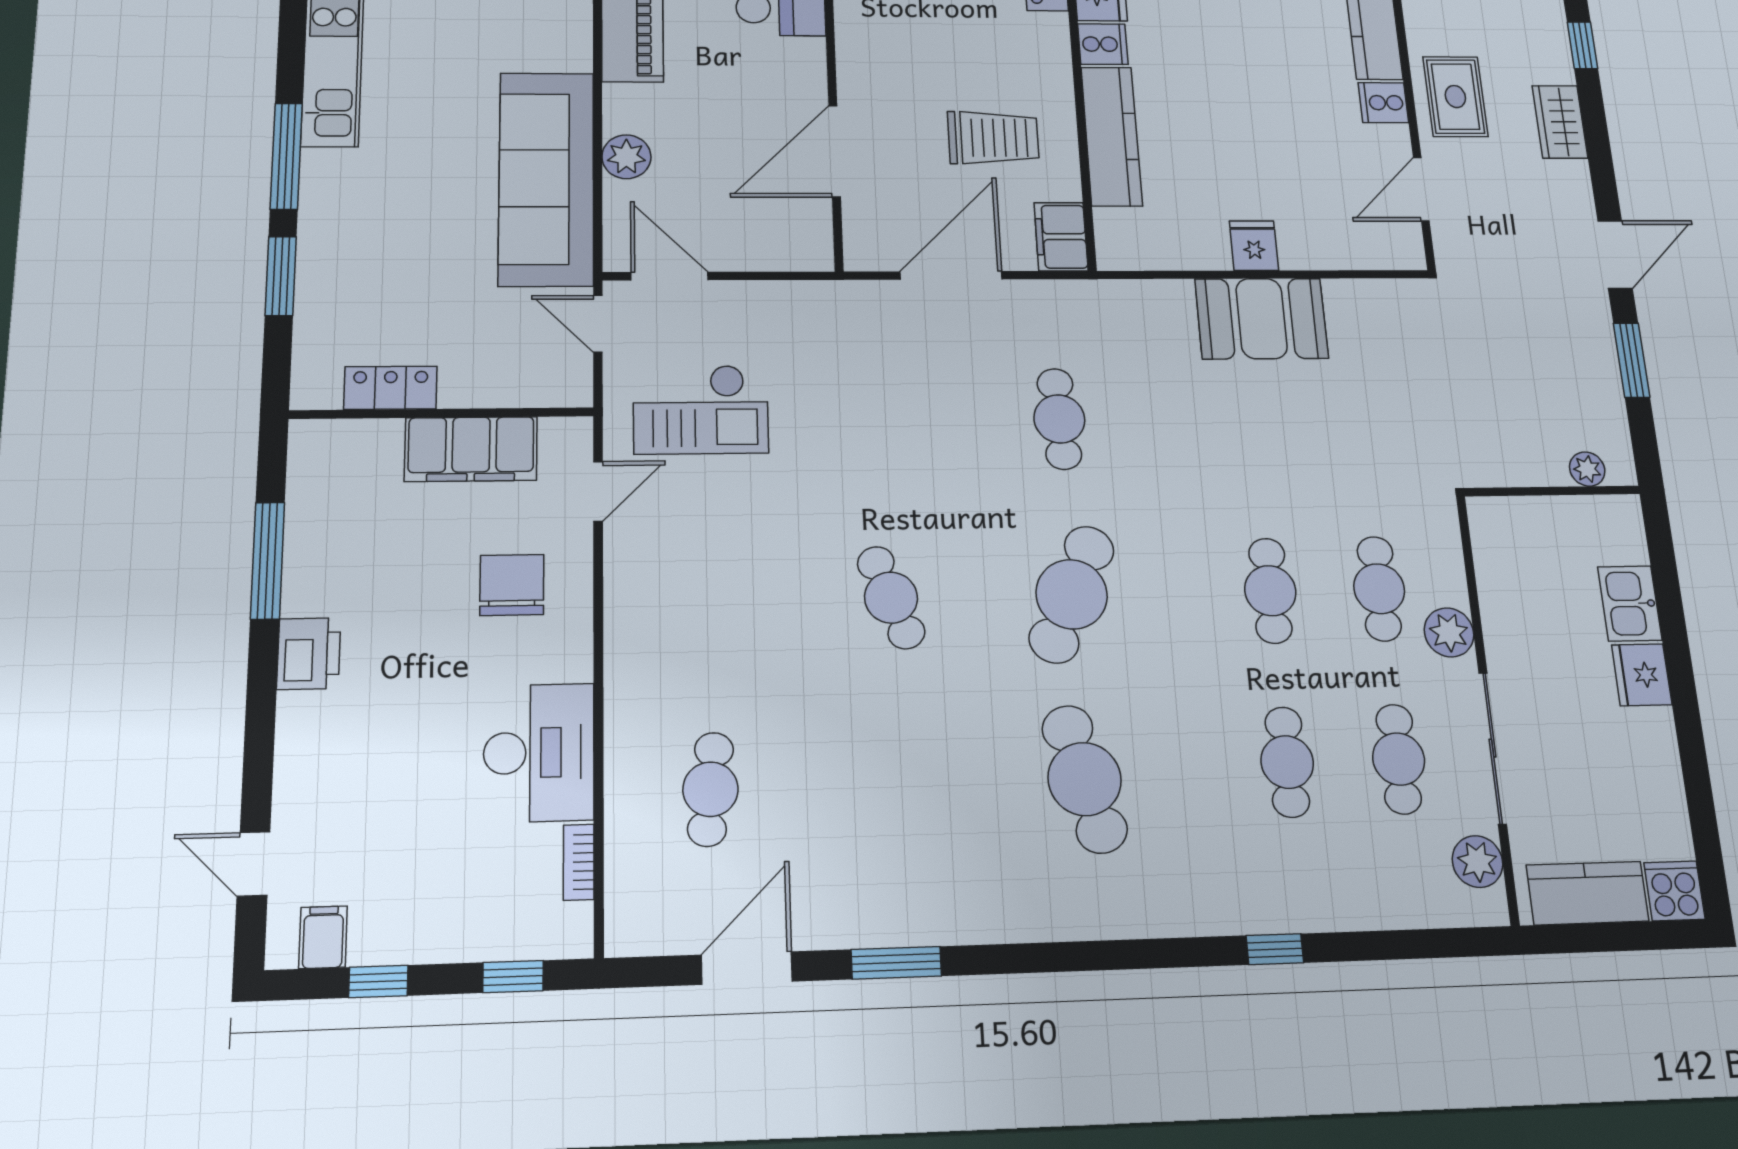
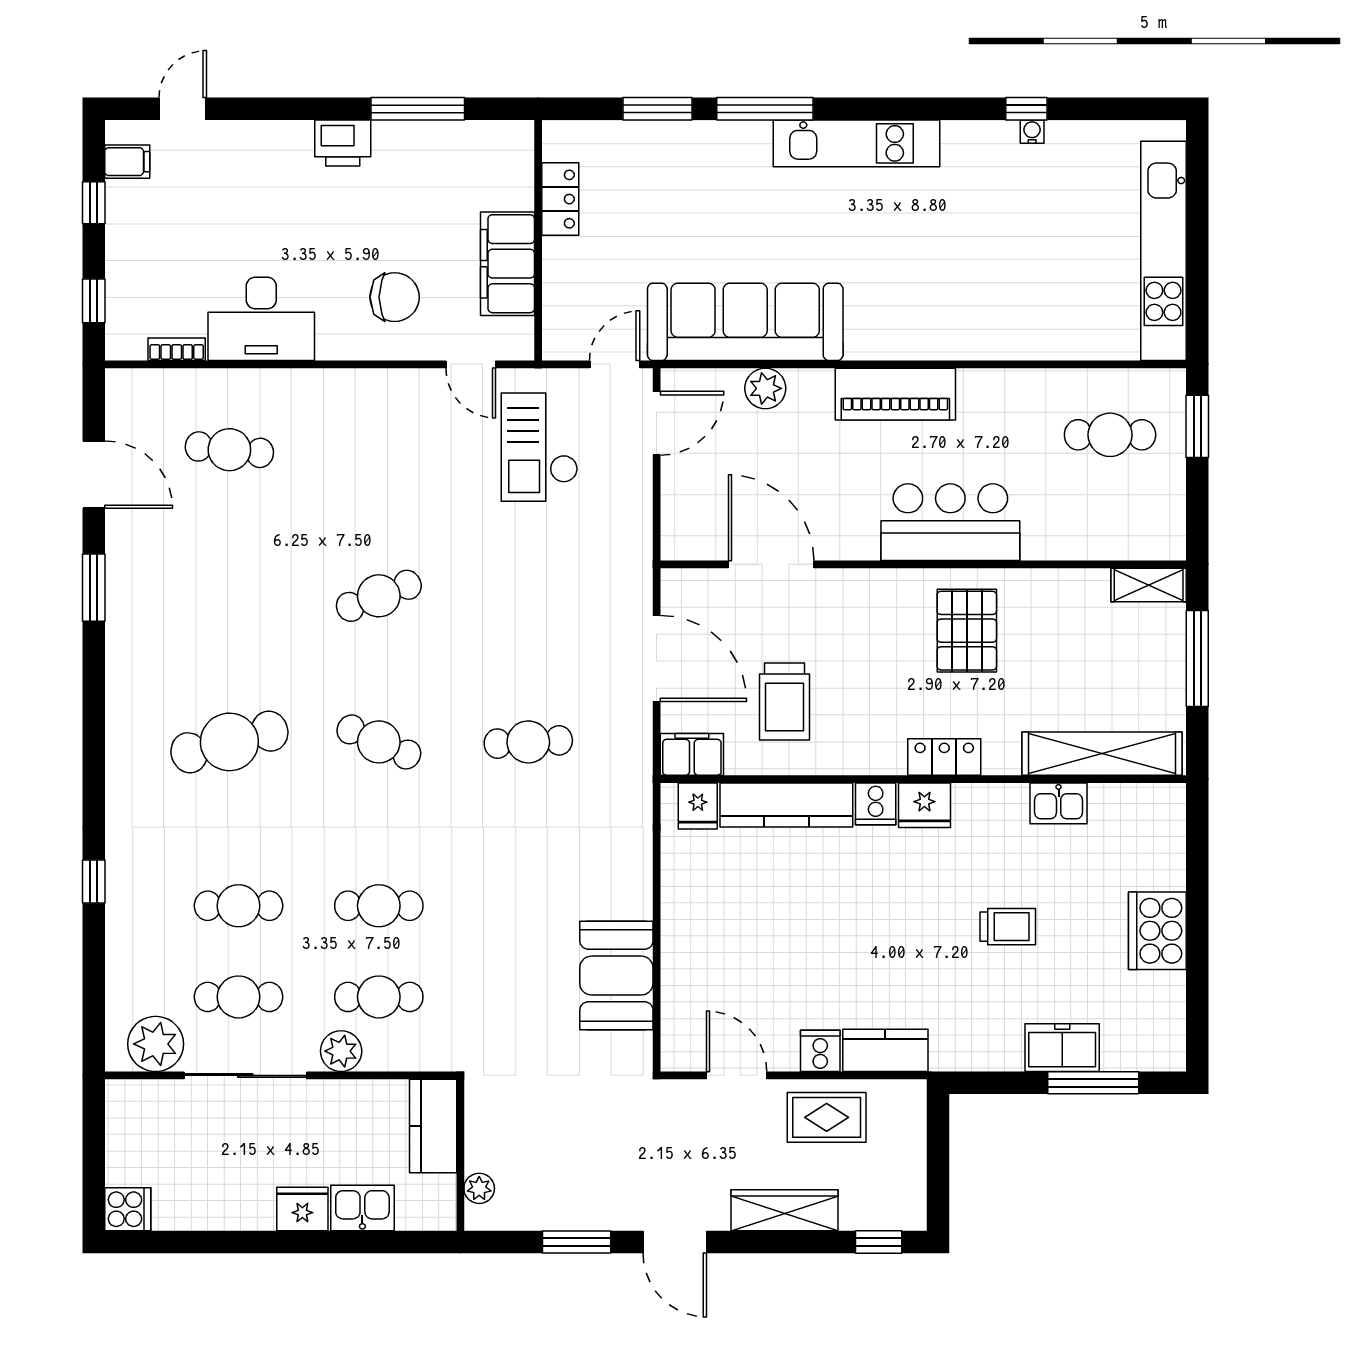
wardrobe: (1560, 122) -> (785, 1210), width x1.50
fridge: (1254, 246) -> (698, 806), moved, turned 90
booth: (1262, 319) -> (616, 976), moved
cafe table: (1072, 594) -> (379, 742), width x0.73, depth x0.74
plant: (1477, 862) -> (156, 1044), width x1.36, depth x1.36
kitchen counter: (1587, 893) -> (433, 1126), moved, turned 180

